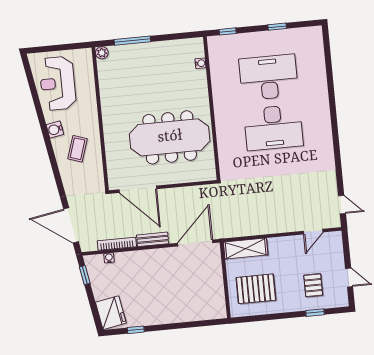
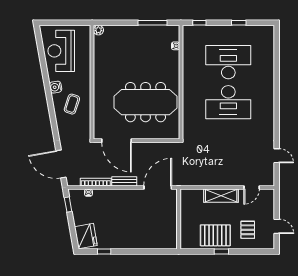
window: (132, 41) -> (153, 23), moved
door: (342, 205) -> (277, 156), moved
shelving: (246, 249) -> (221, 196), moved
pallet: (256, 289) -> (215, 235), moved
window: (315, 313) -> (221, 251), moved

